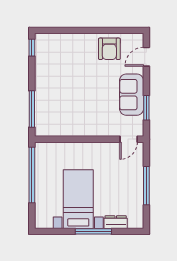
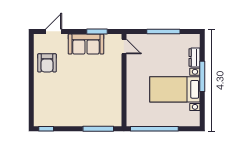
armchair: (109, 49) -> (47, 63), turned 90
door: (146, 57) -> (54, 31), swing flipped

